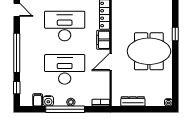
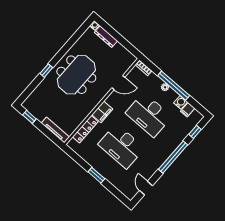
meeting table: (149, 51) -> (76, 75), turned 90
door: (111, 62) -> (118, 83), moved
dresser: (133, 101) -> (106, 37), moved

